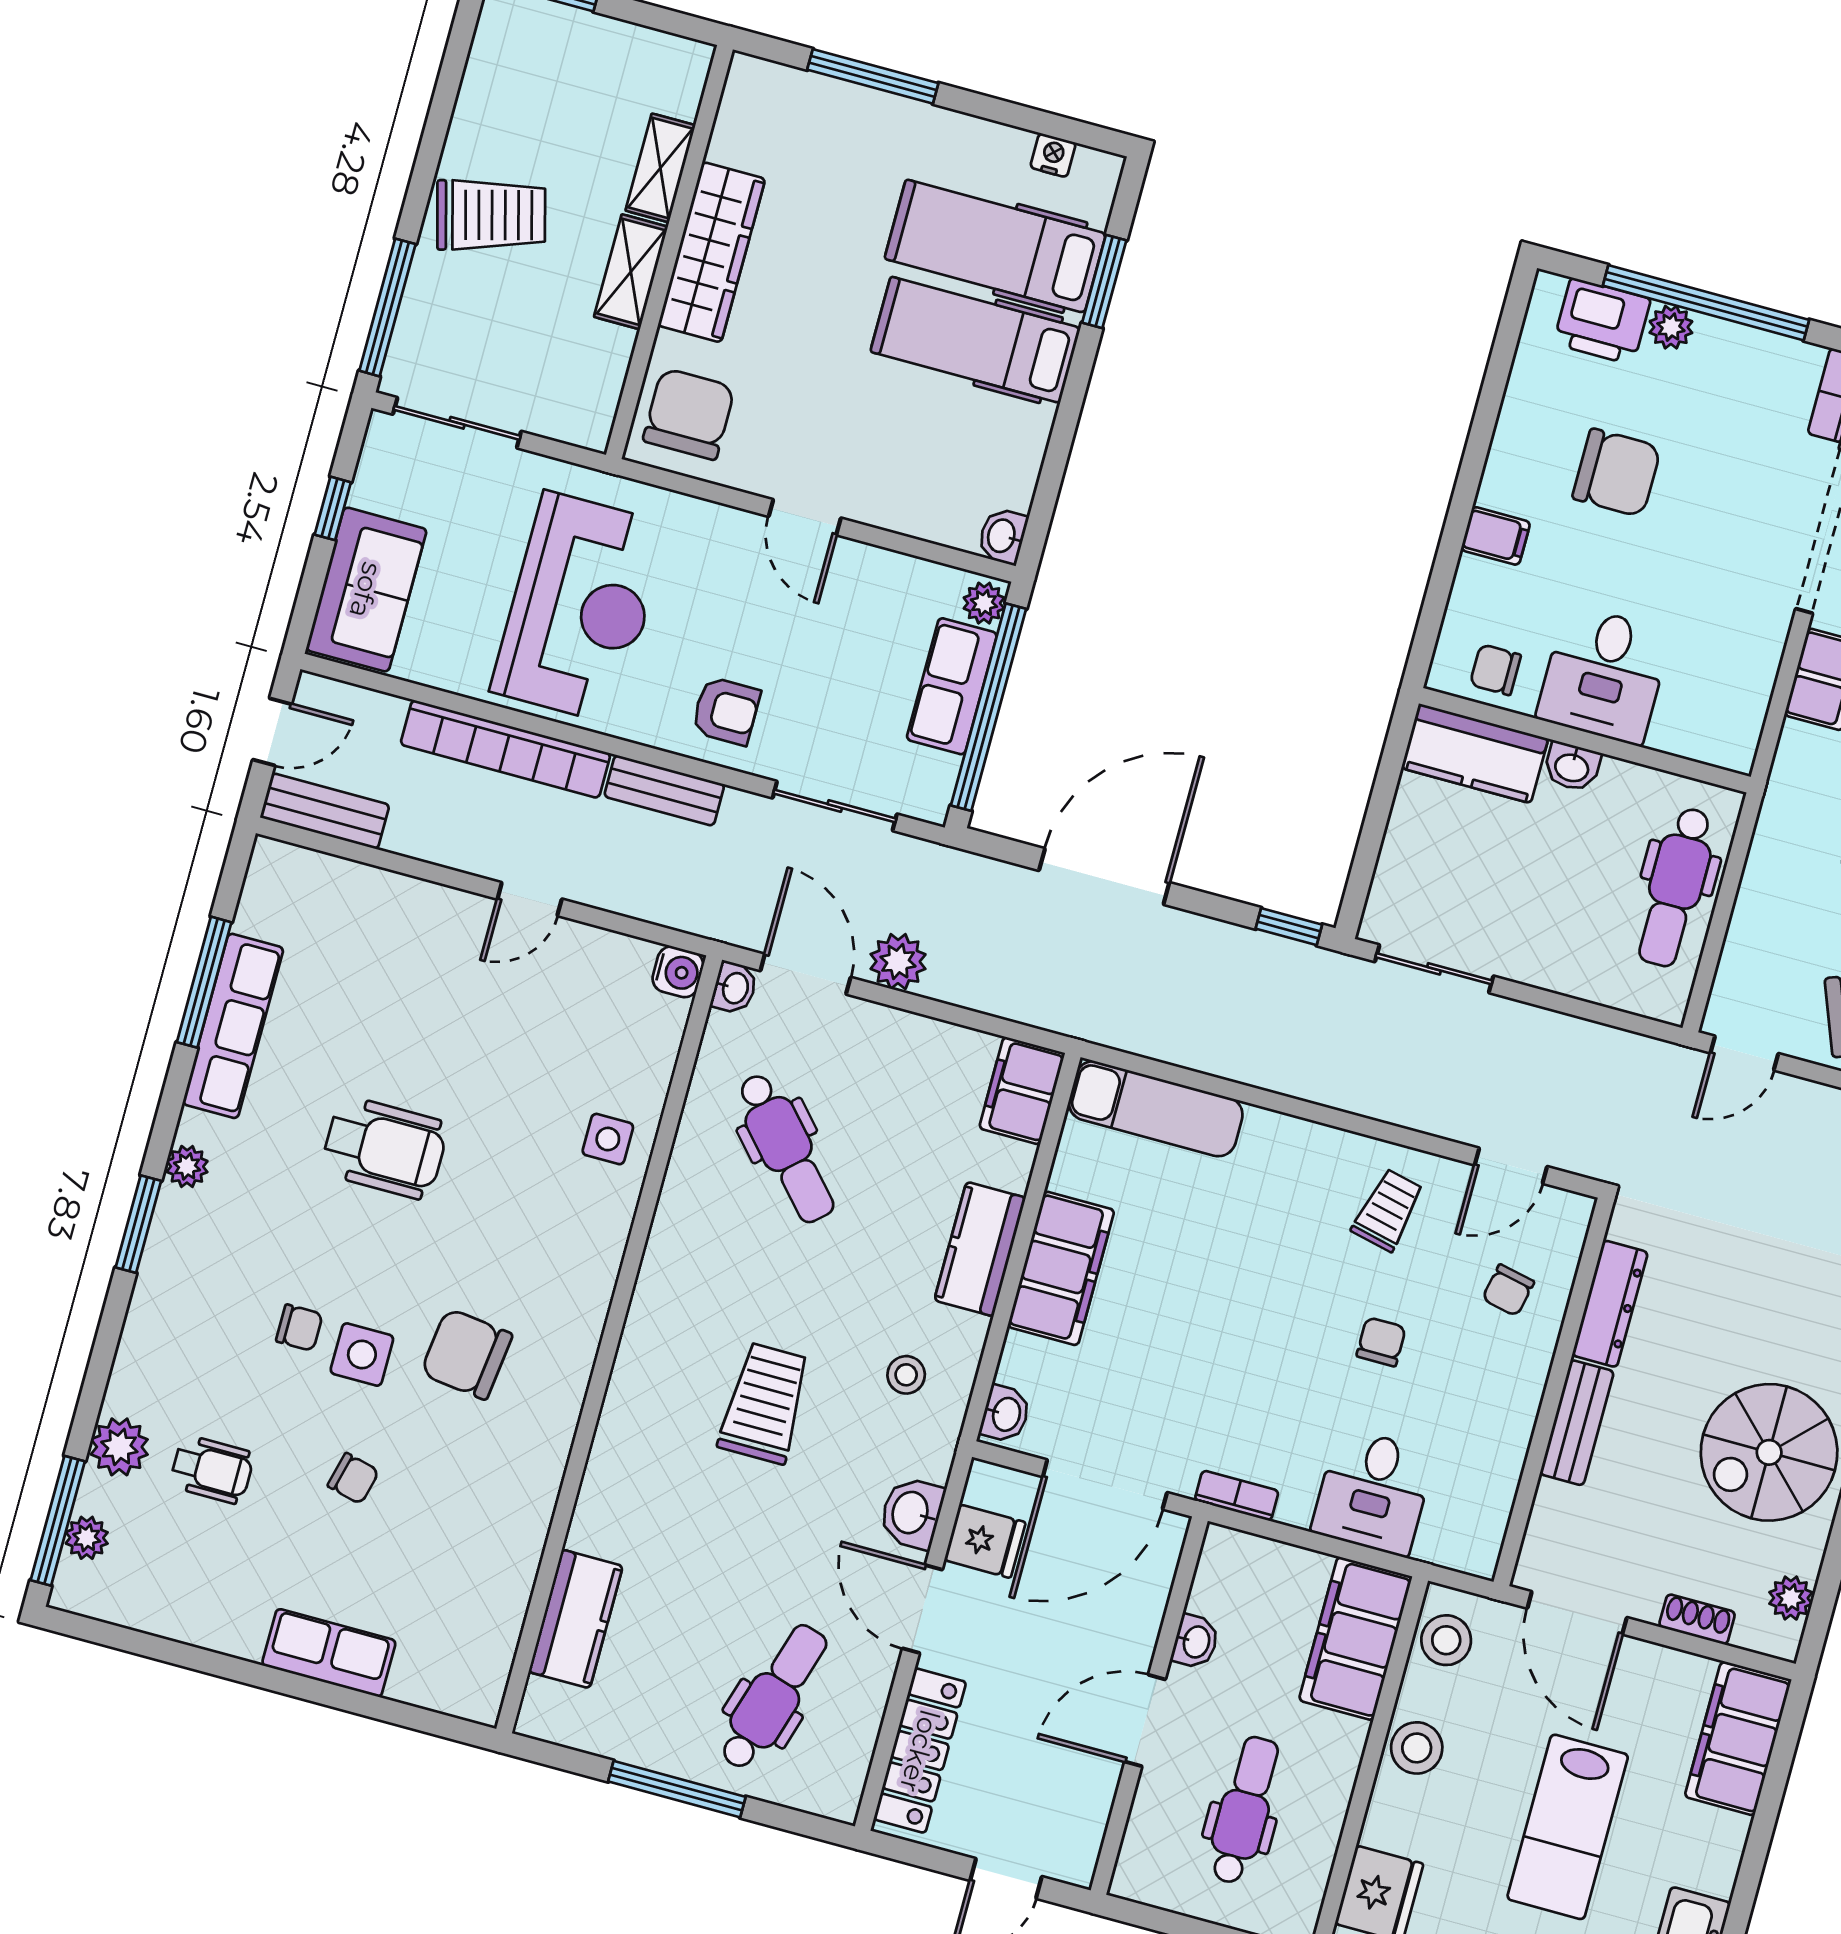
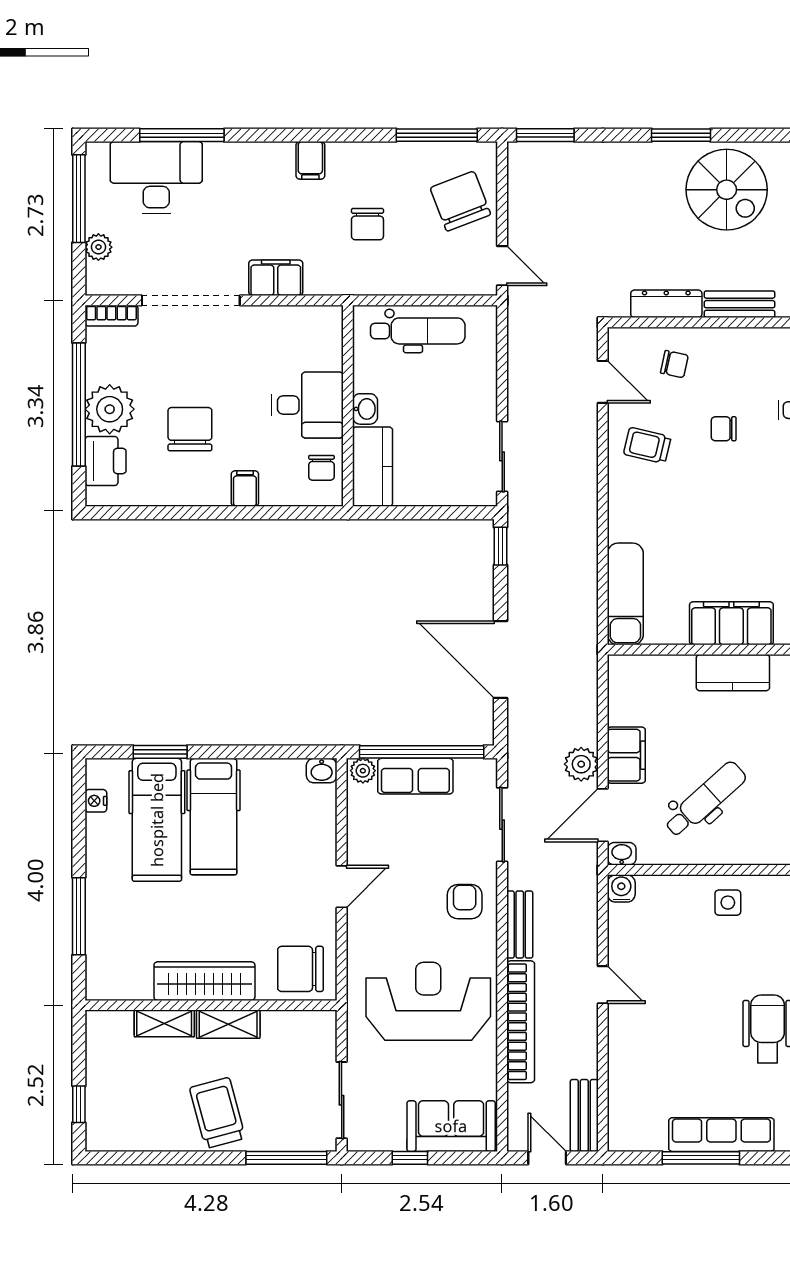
plant: (1671, 327) -> (110, 409), width x1.88, depth x1.88
filing cabinet: (1022, 1091) -> (626, 755), moved, turned -90

